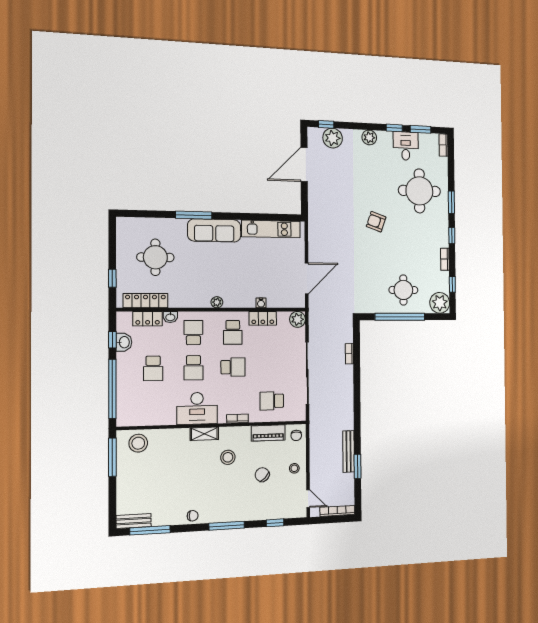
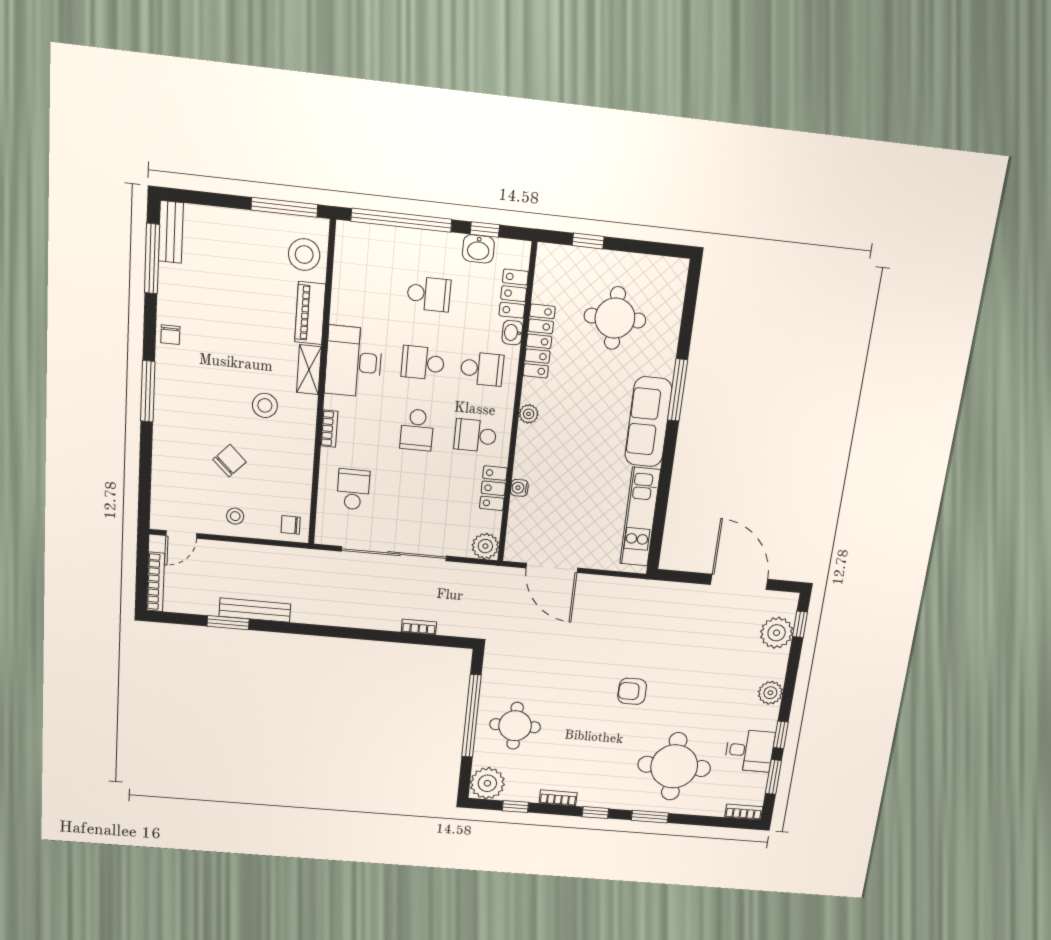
armchair: (376, 222) -> (632, 691), turned -109
locker: (146, 301) -> (539, 341), moved
school desk: (153, 368) -> (429, 294), turned 180
piano: (268, 433) -> (310, 313), moved
window: (275, 523) -> (145, 474), removed

